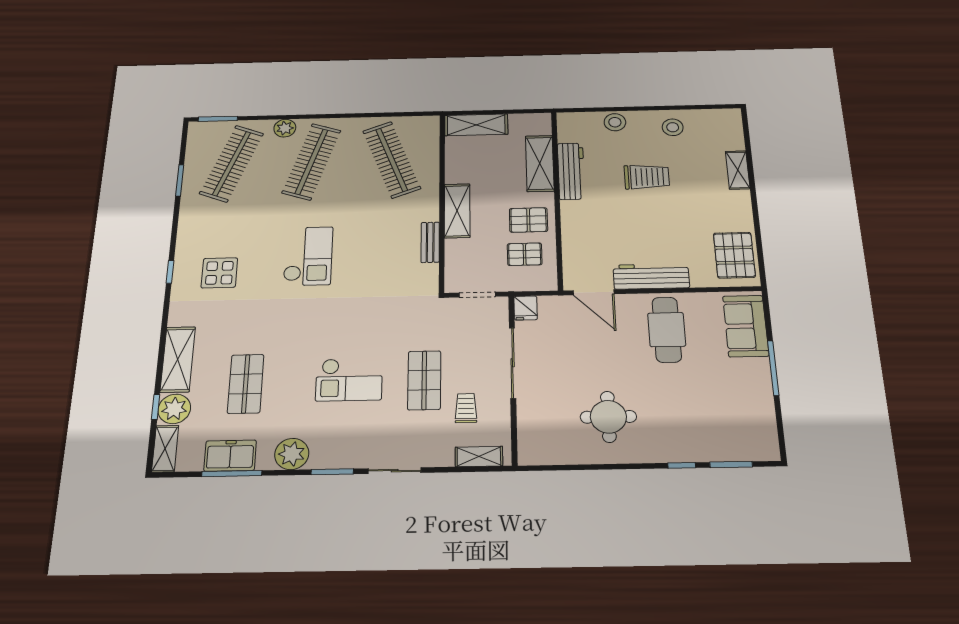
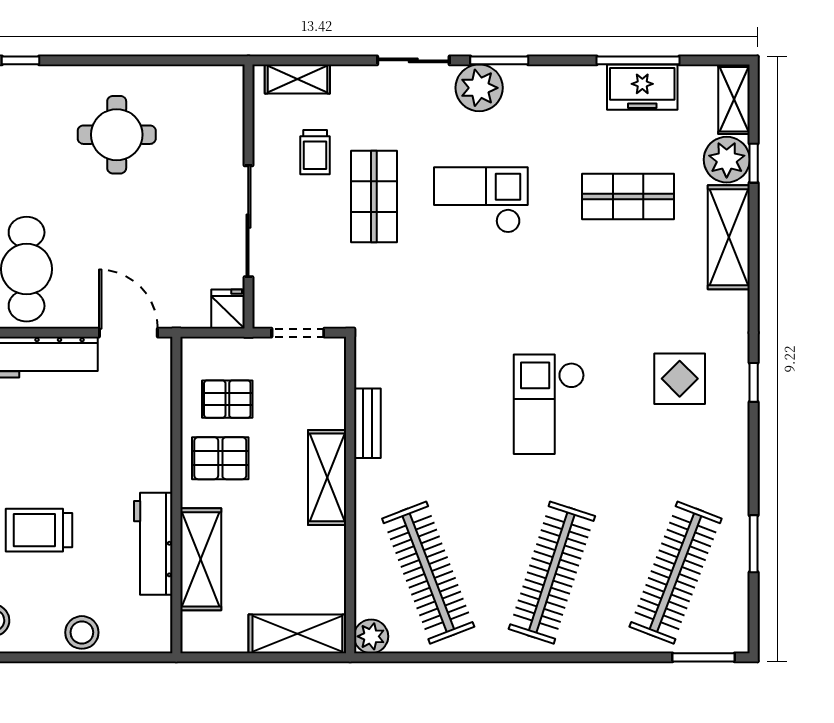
plant: (285, 128) -> (371, 636), moved
shop shelf: (246, 384) -> (628, 197), turned 90
plant: (292, 454) -> (479, 88), moved

